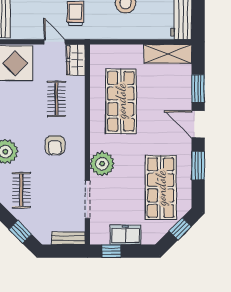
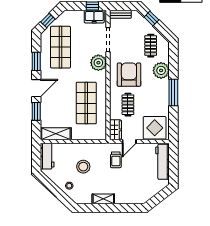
door: (55, 42) -> (129, 142), hinge flipped
door: (198, 124) -> (36, 88), hinge flipped
armchair: (55, 145) -> (129, 75), width x1.88, depth x1.88
freezer: (126, 235) -> (94, 17), moved

